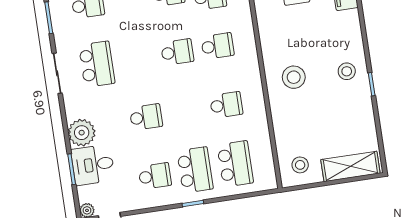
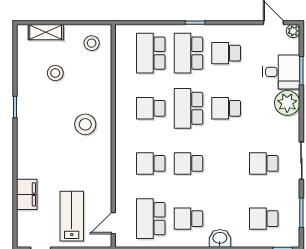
school desk: (97, 64) -> (264, 163), width x0.54
stool: (347, 71) -> (55, 73), moved
school desk: (186, 111) -> (188, 108), added
shelving: (350, 166) -> (46, 32), width x0.67, depth x0.75

